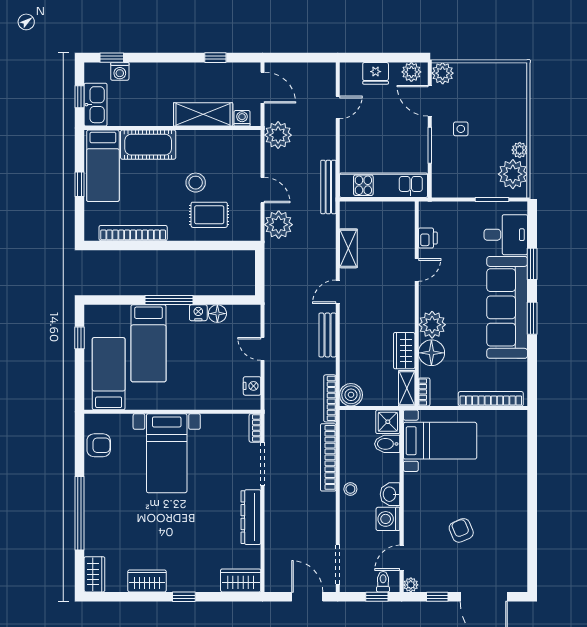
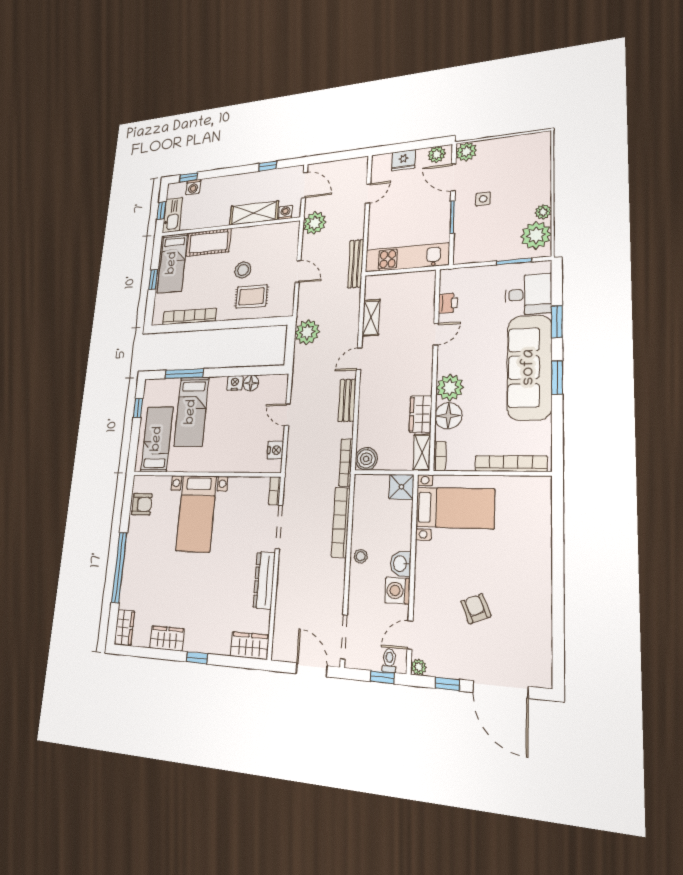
plant: (279, 225) -> (307, 332), moved
window: (169, 300) -> (184, 374), moved
bidet: (387, 444) -> (400, 510), removed

